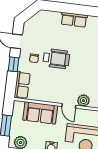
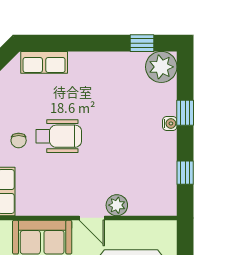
row of seats: (74, 20) -> (44, 62), moved

